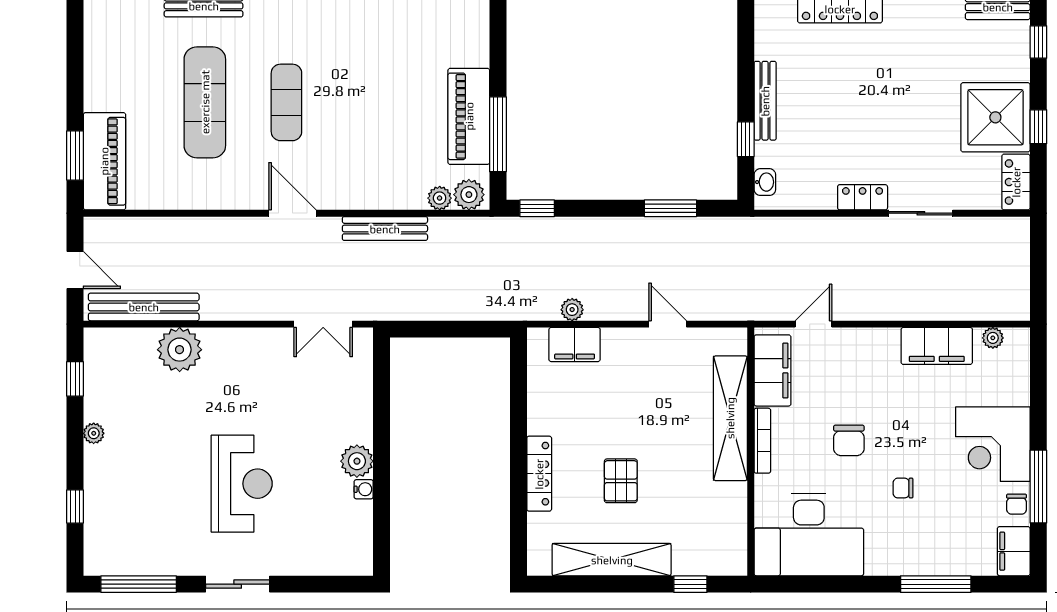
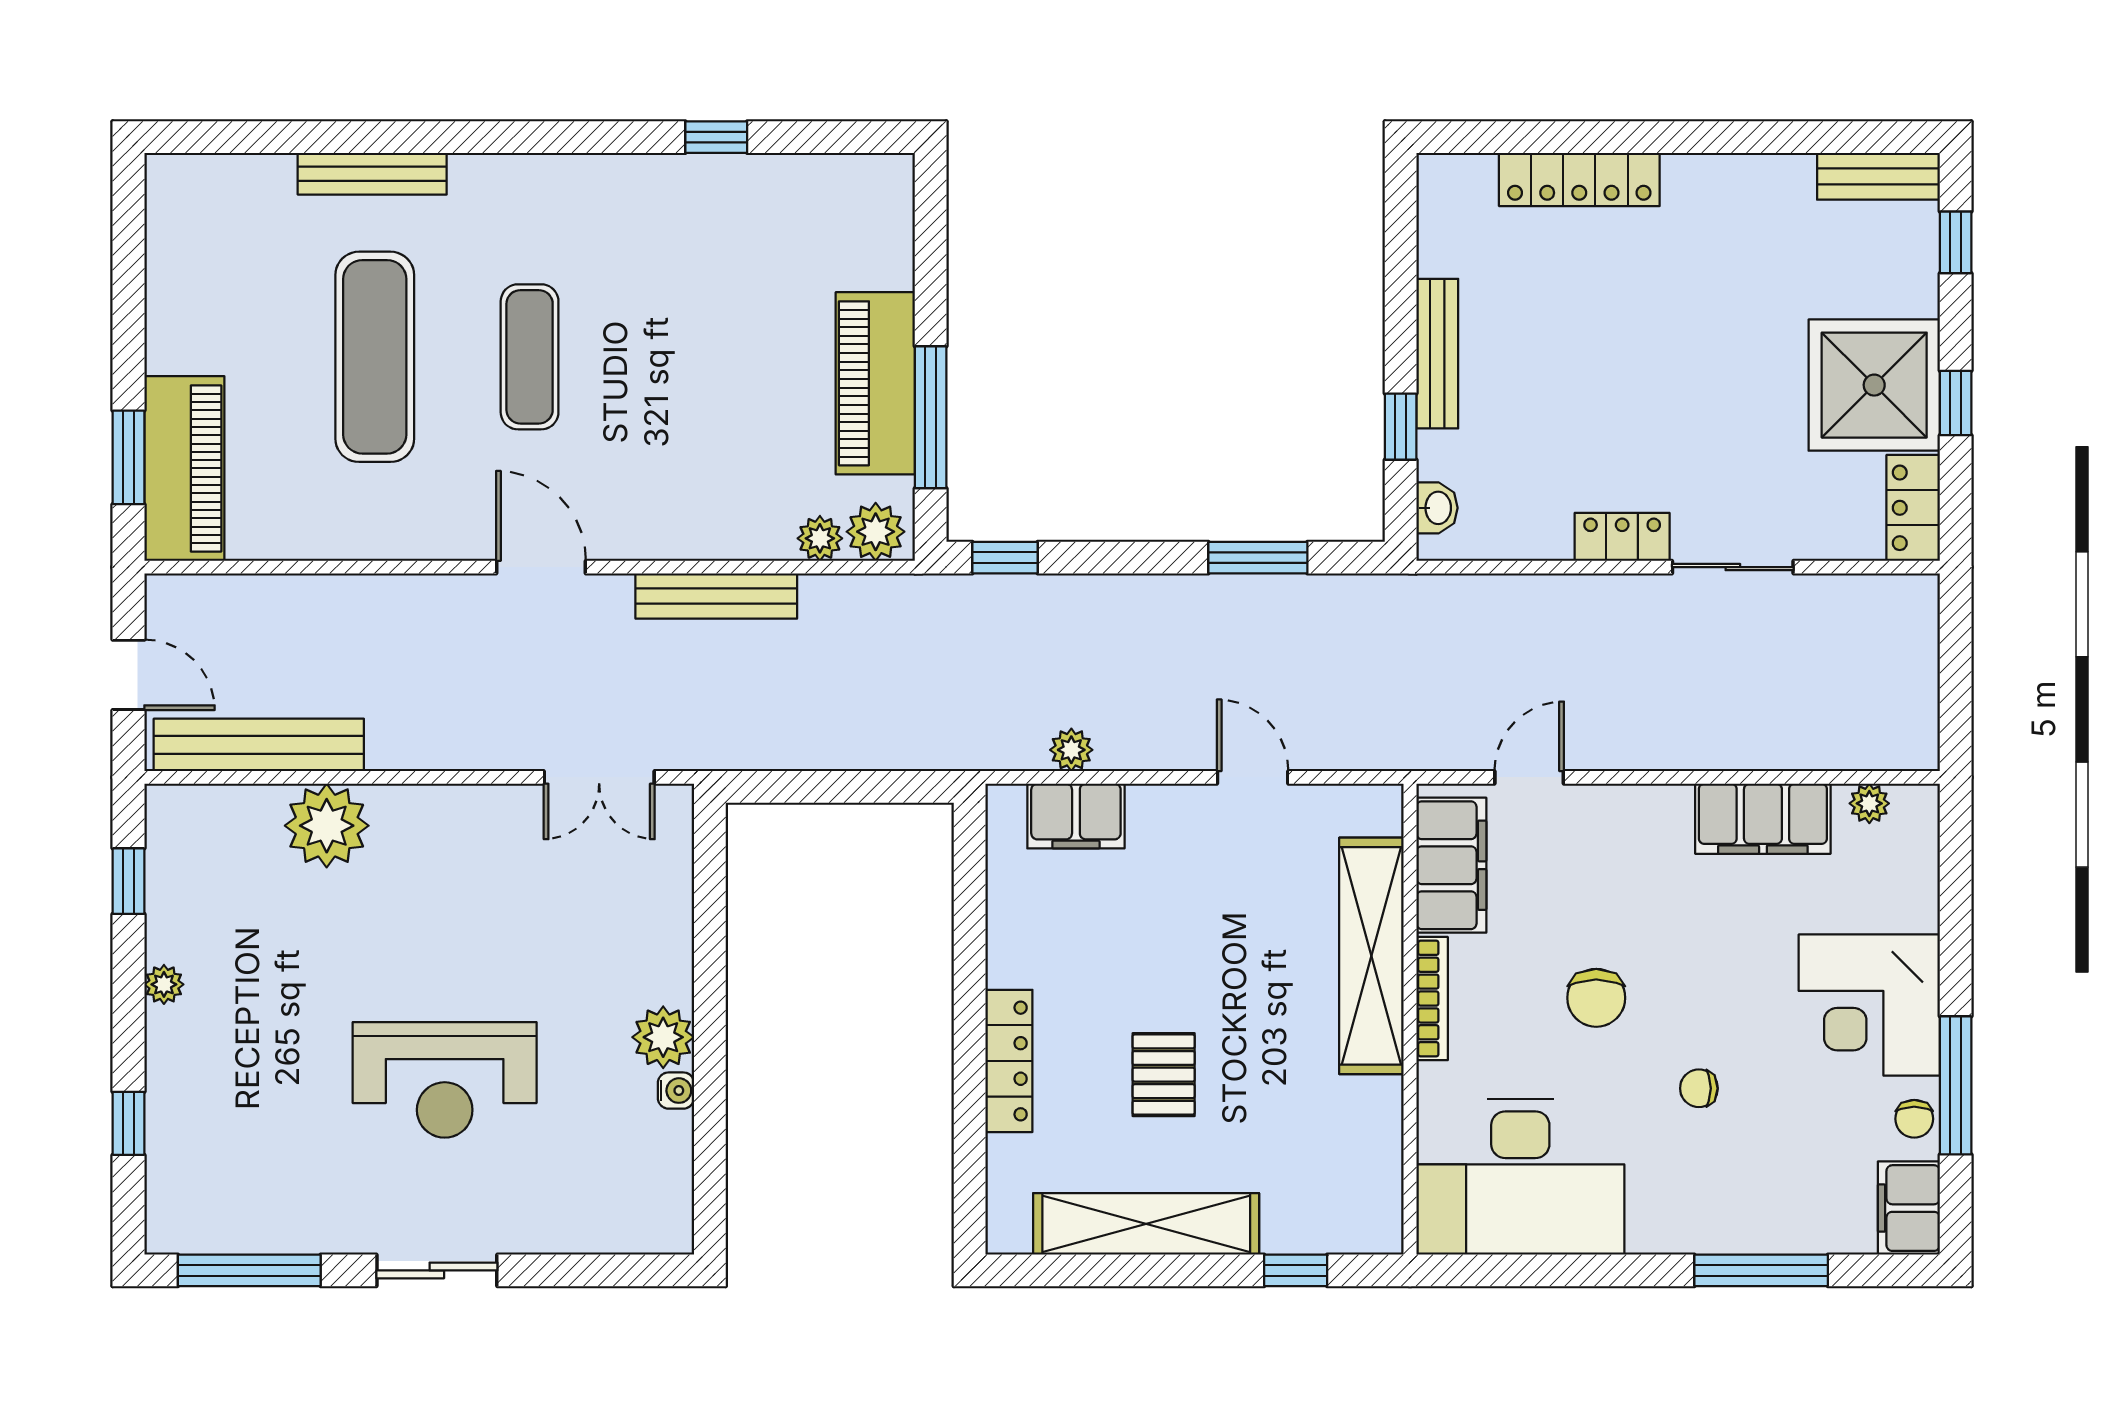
reception desk: (242, 484) -> (445, 1080), turned 90

